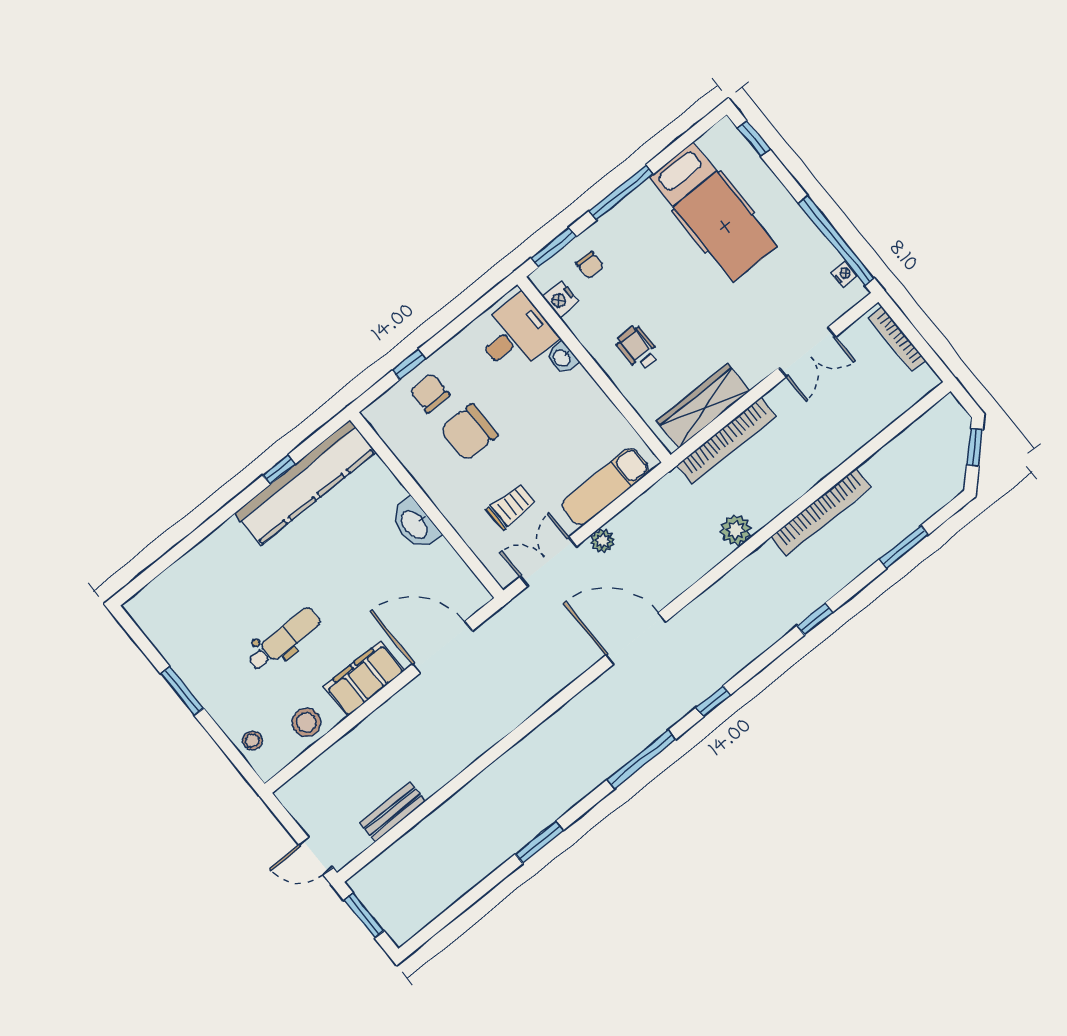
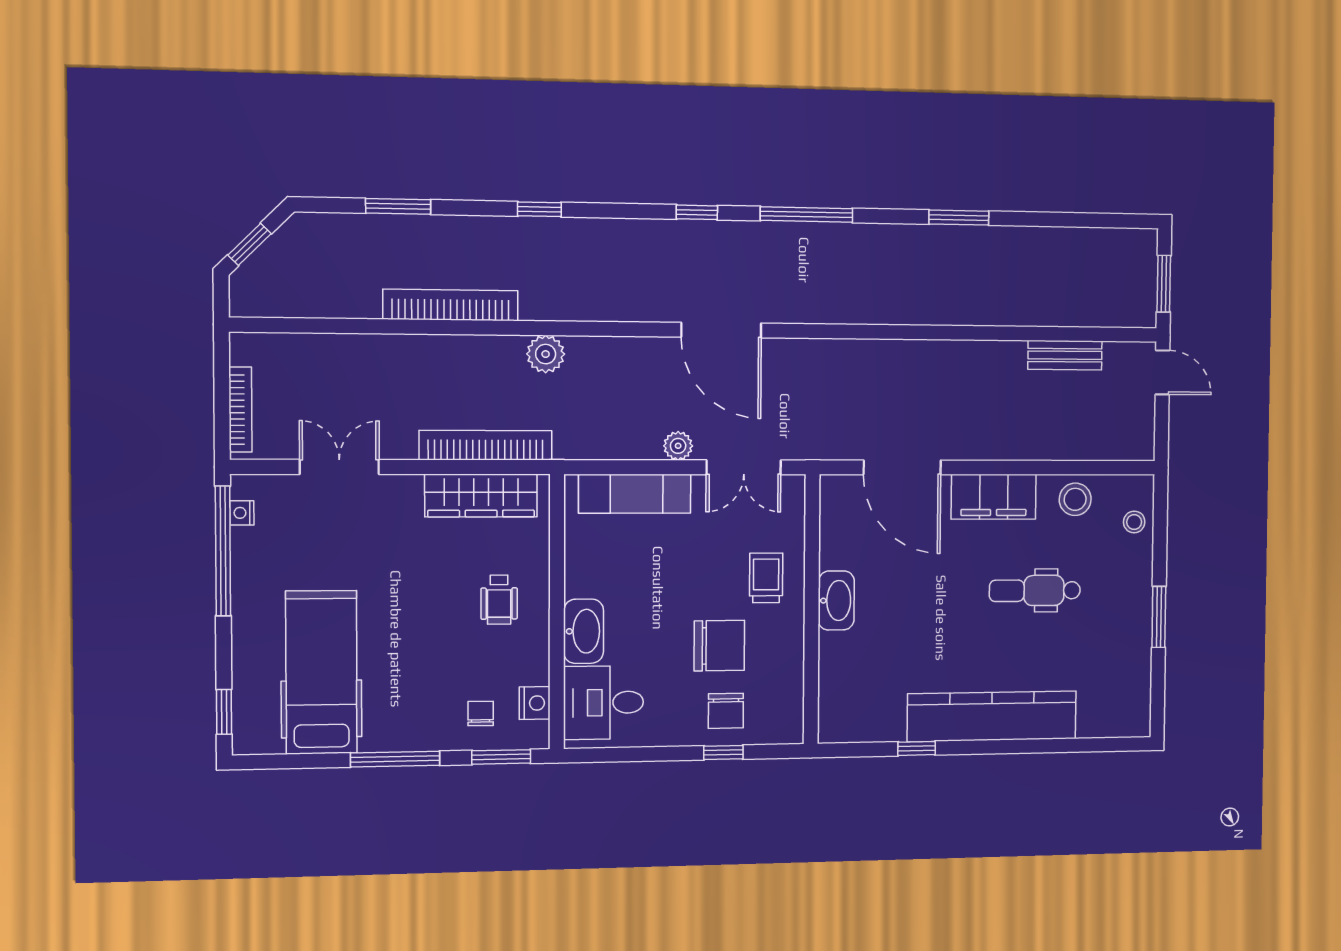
washbasin: (562, 358) -> (584, 631), width x1.91, depth x1.45
kitchen counter: (305, 483) -> (992, 716), moved
trolley: (511, 507) -> (766, 578), moved, turned 90

